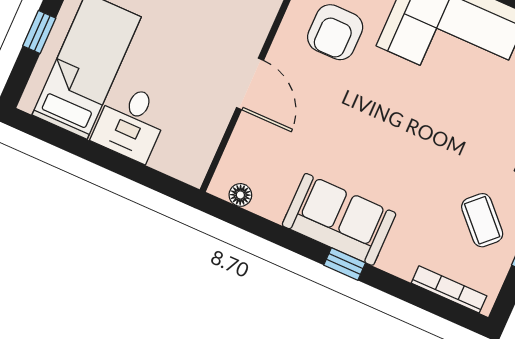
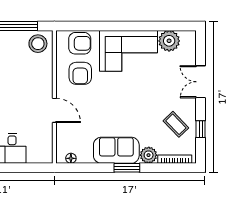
plant: (400, 258) -> (149, 155), added
window: (345, 264) -> (127, 168), width x1.50

